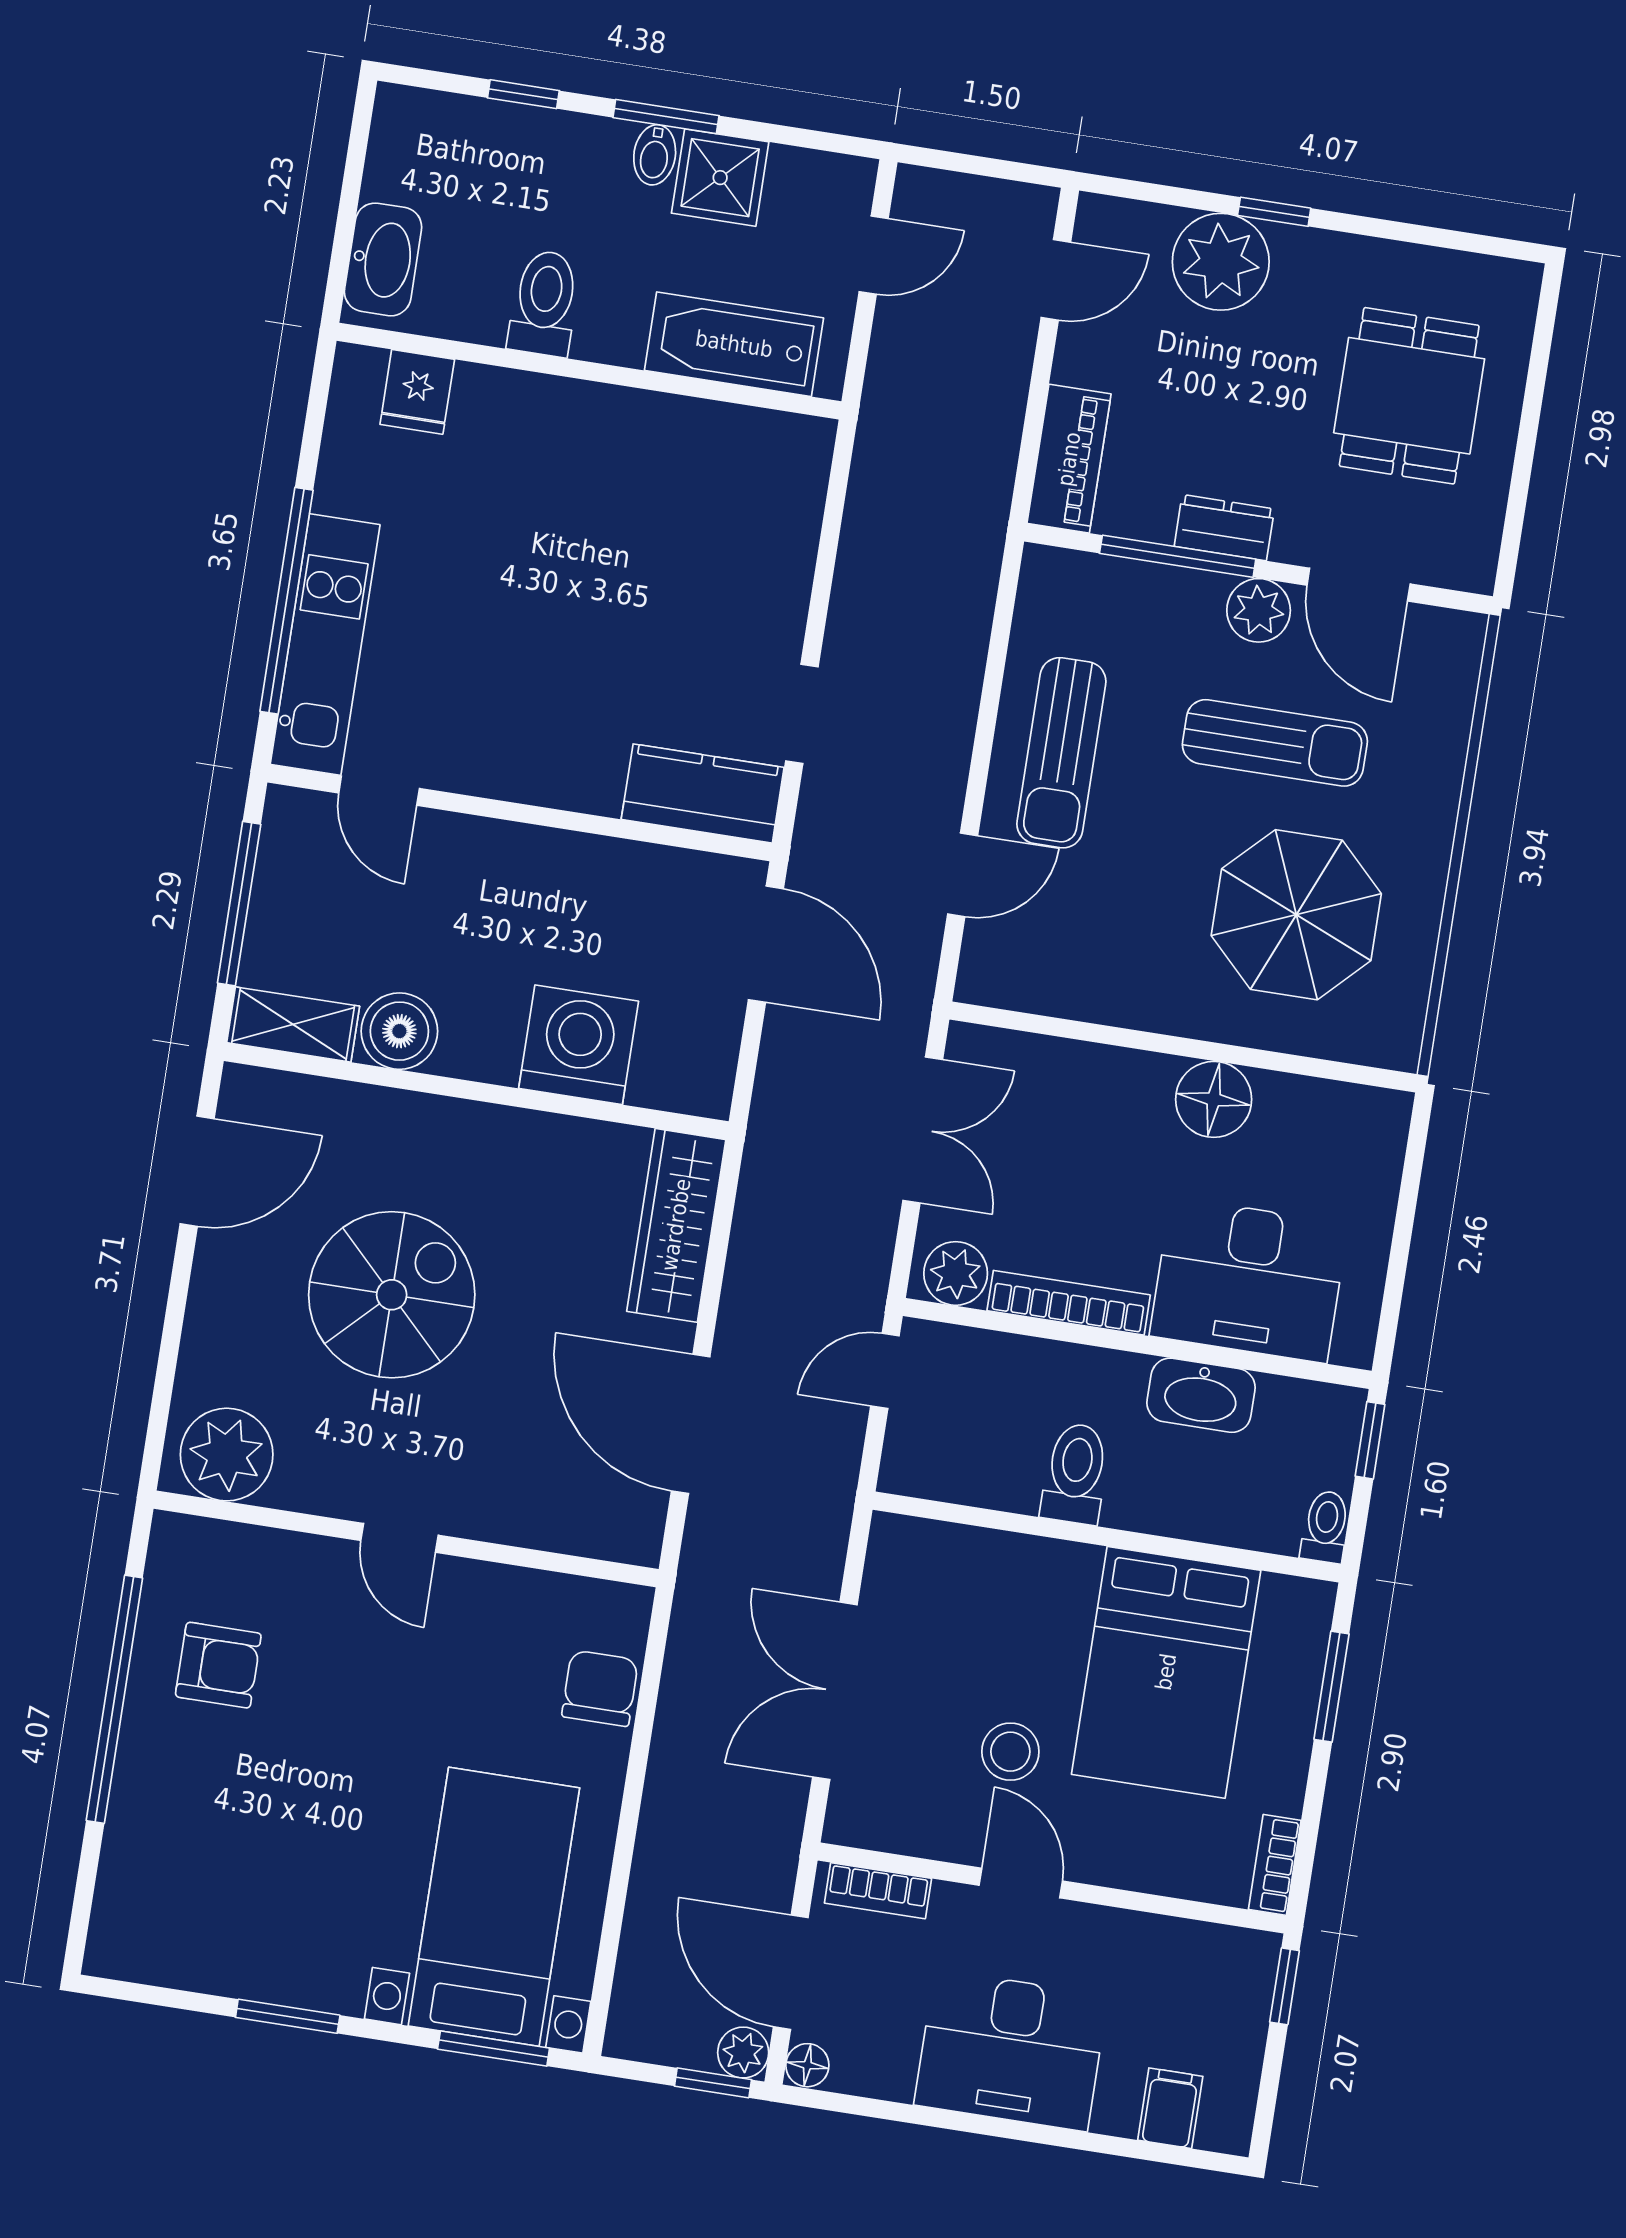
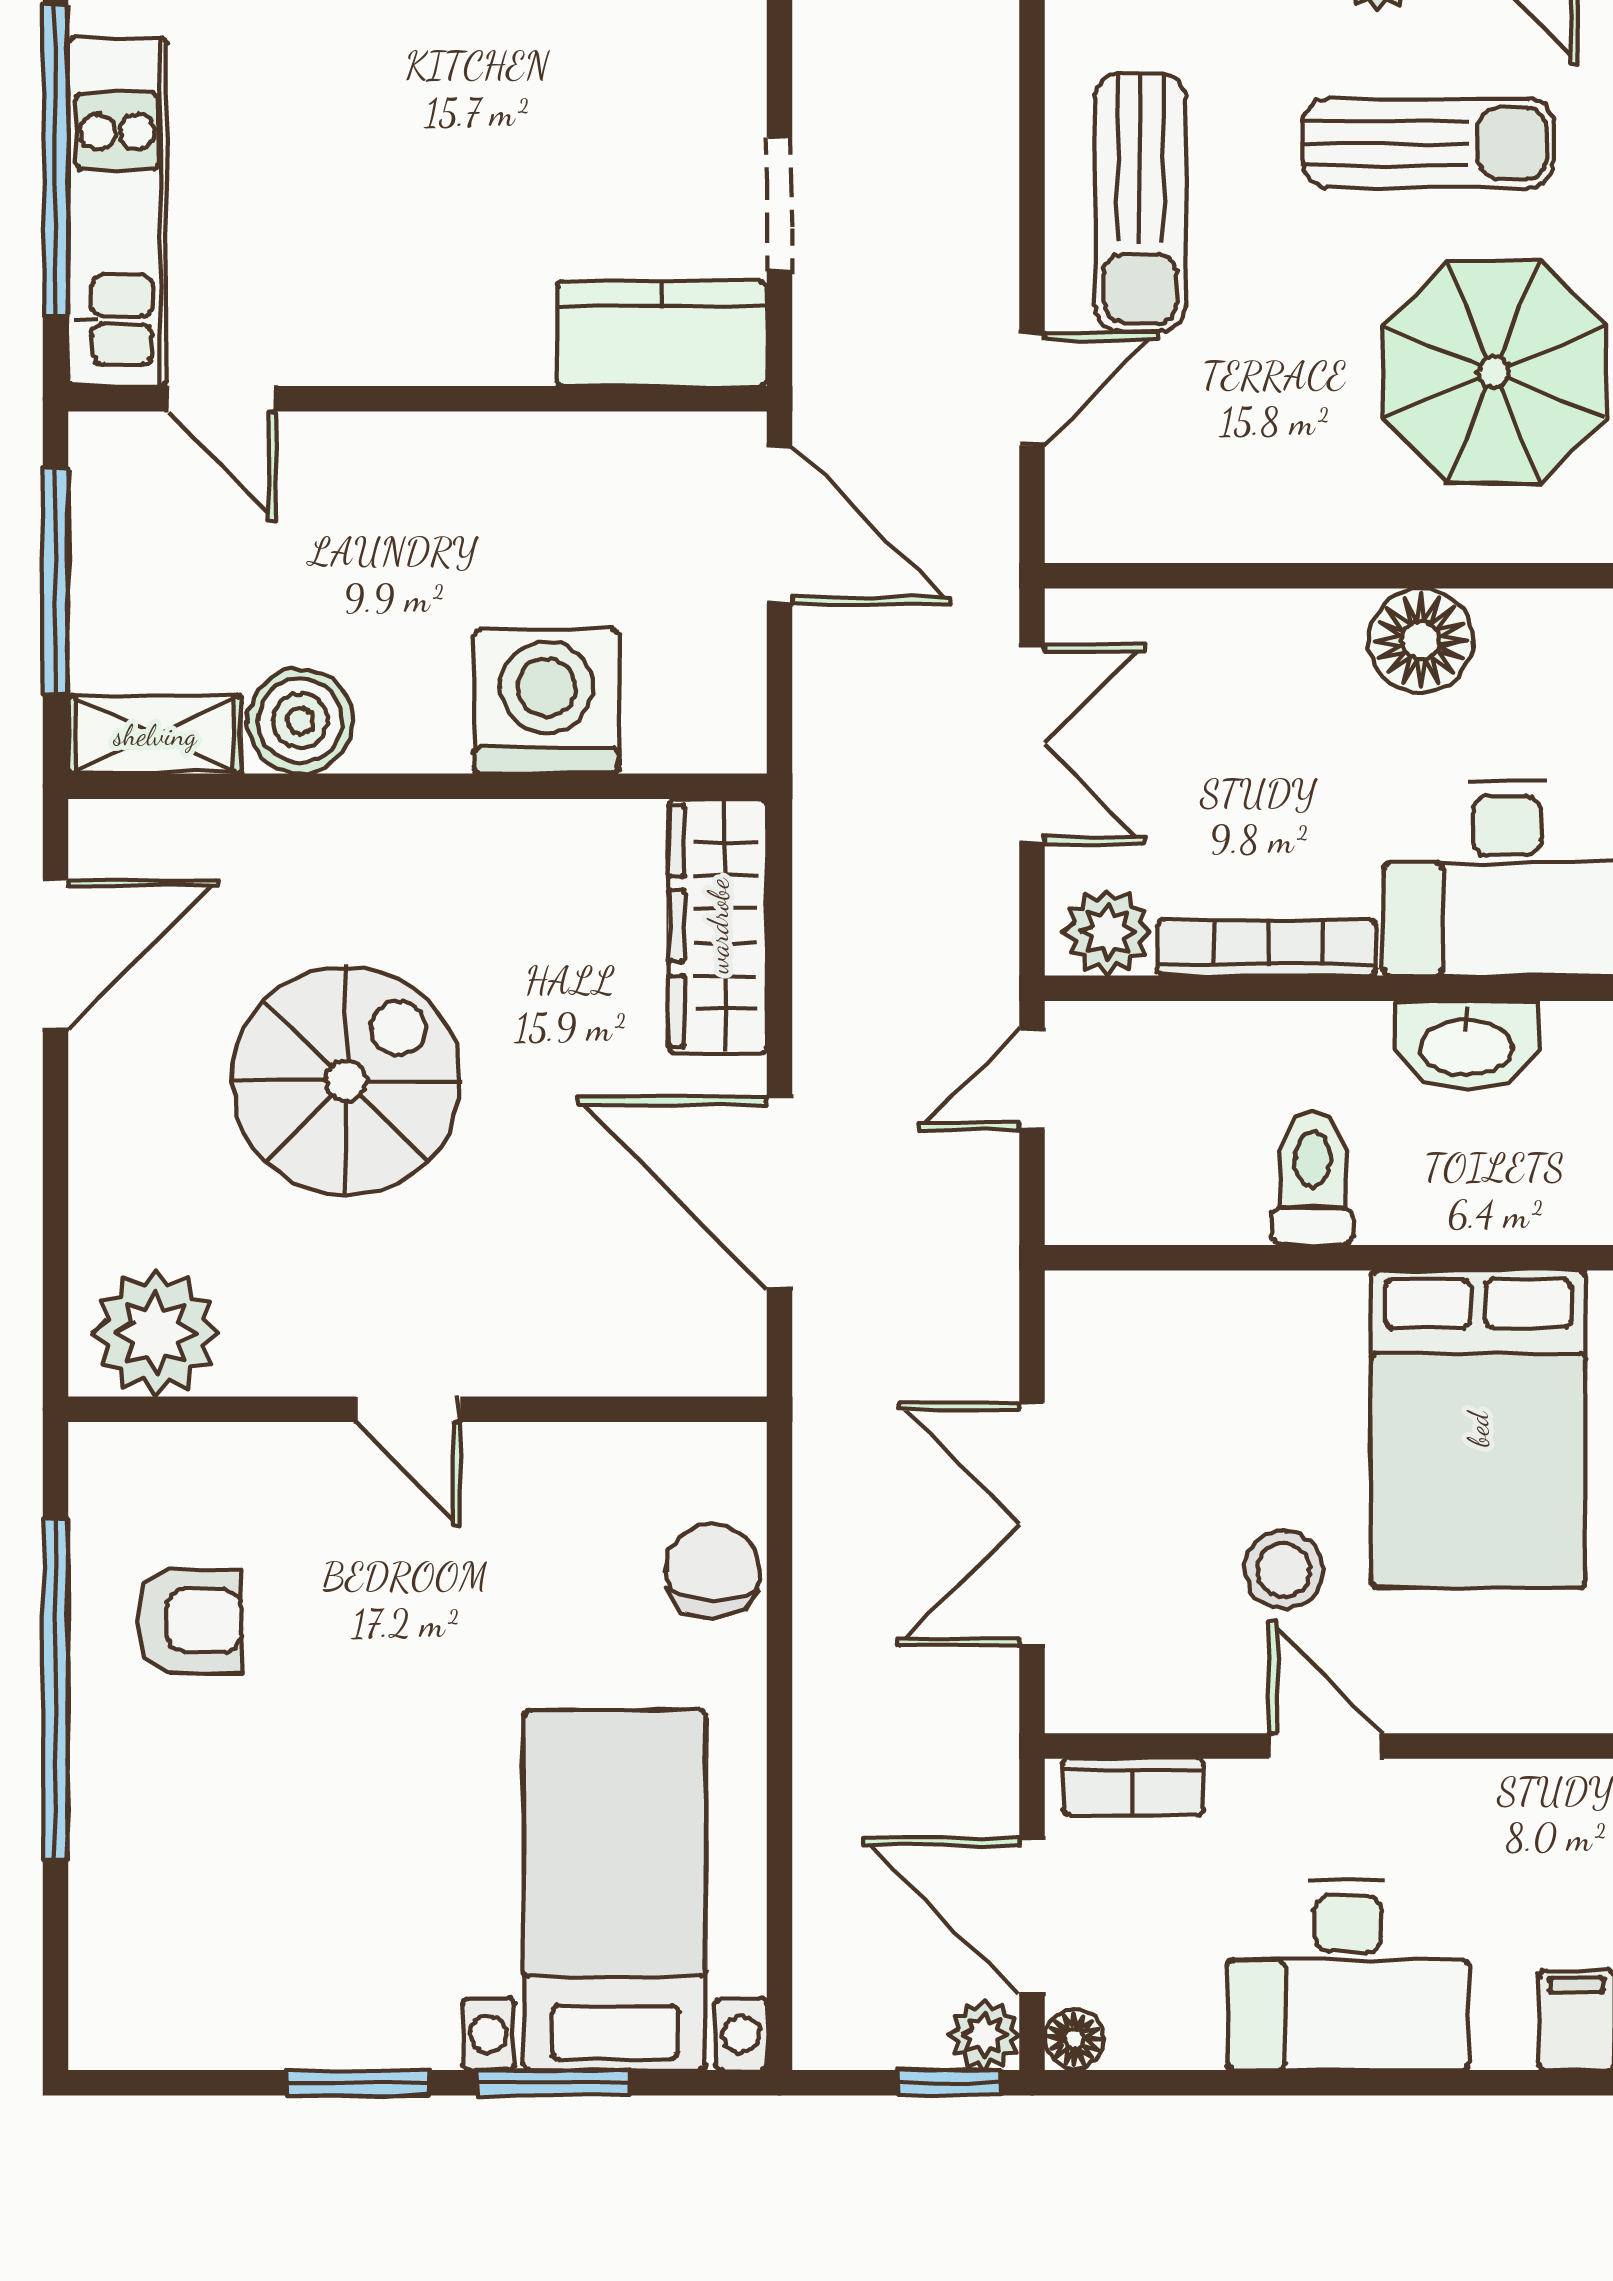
window: (494, 2049) -> (553, 2083), moved

